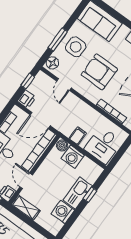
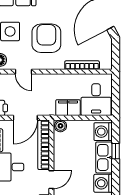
armchair: (99, 72) -> (46, 38), turned 90
filing cabinet: (78, 136) -> (68, 108), width x2.00
washing machine: (73, 157) -> (103, 132), moved, turned 90
door: (26, 181) -> (51, 180), swing flipped

